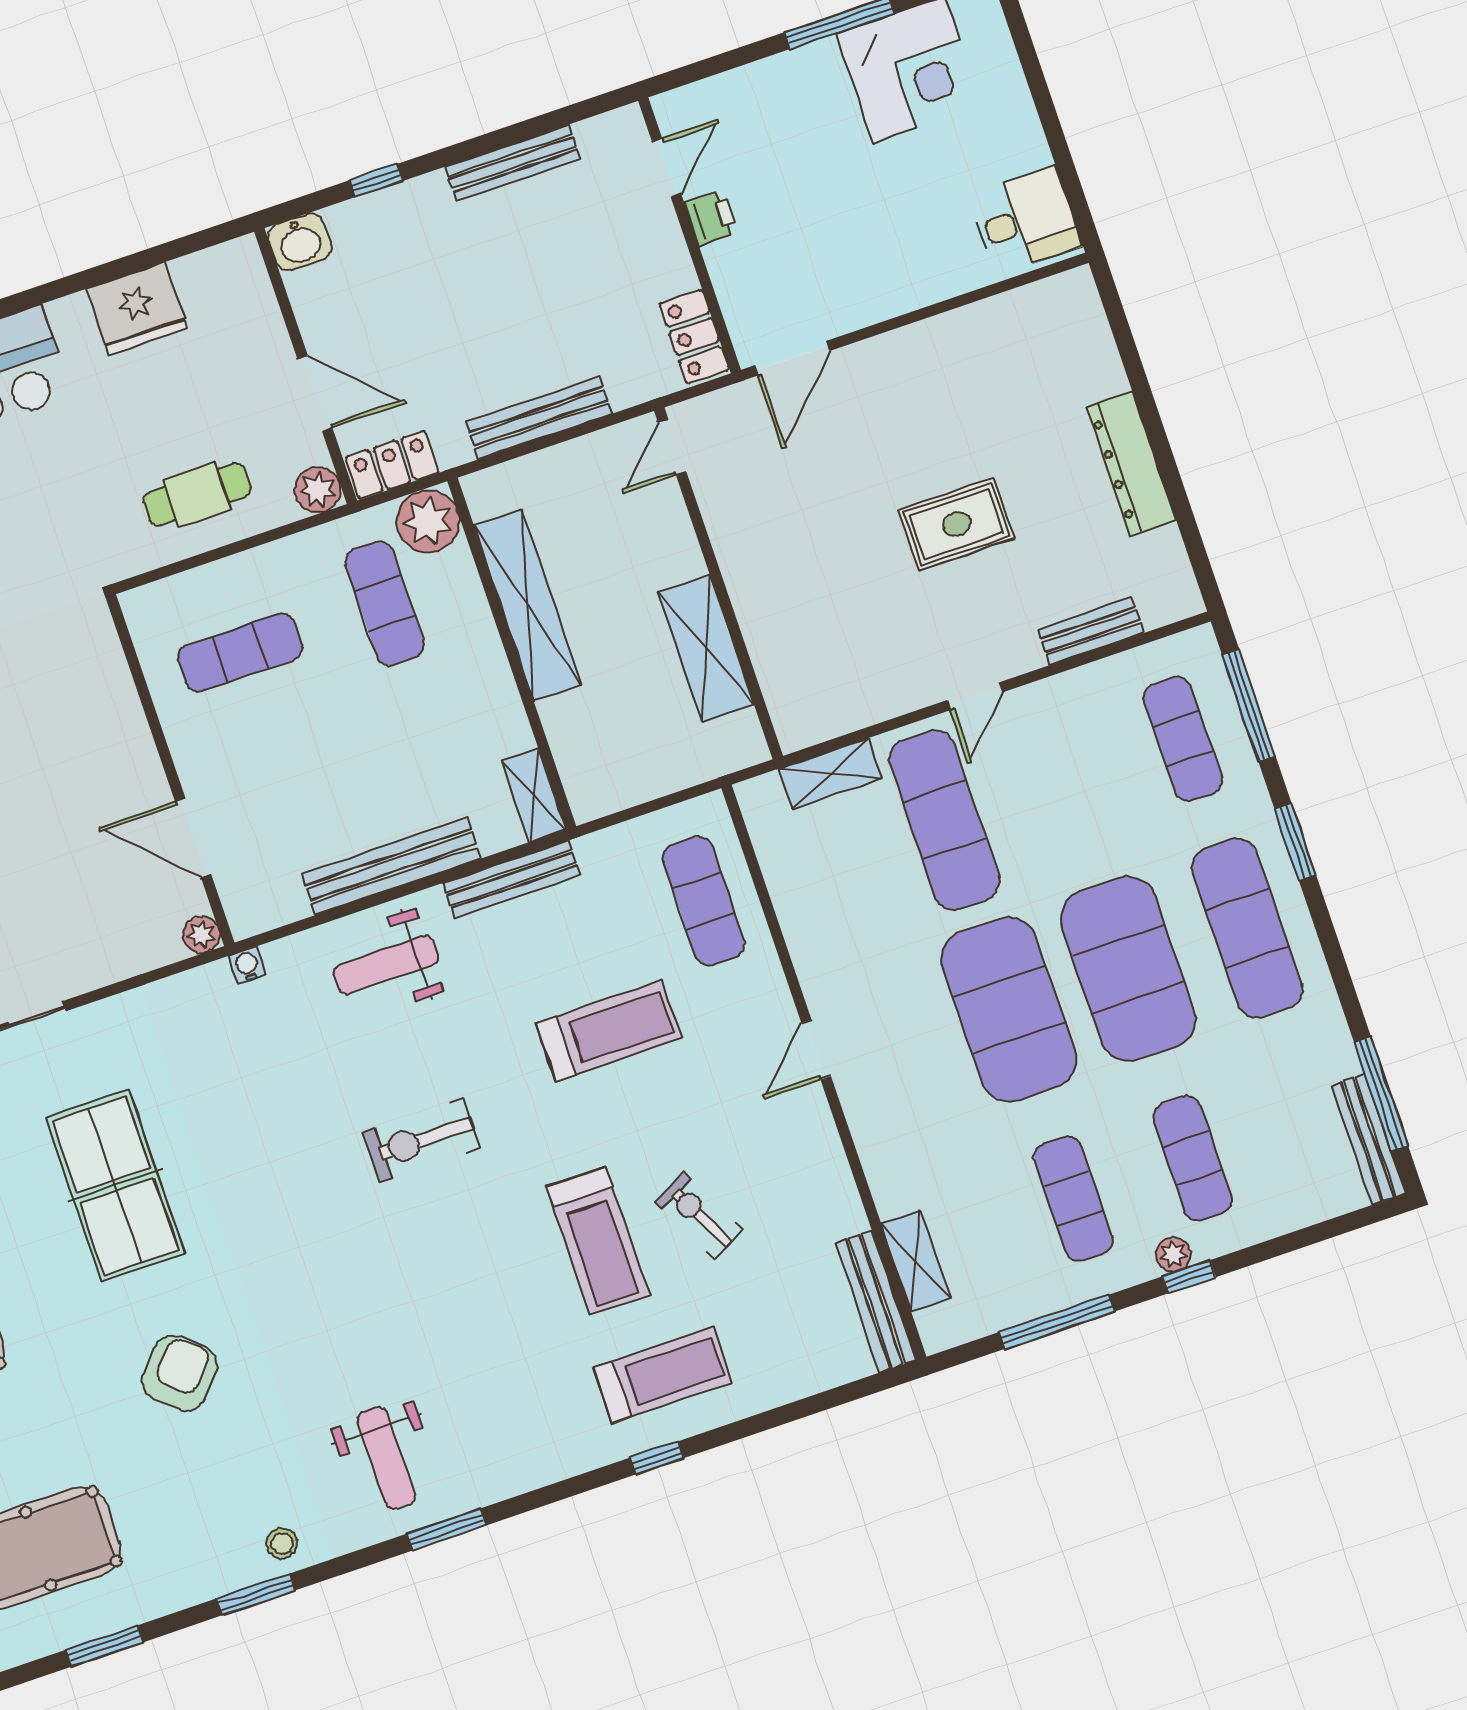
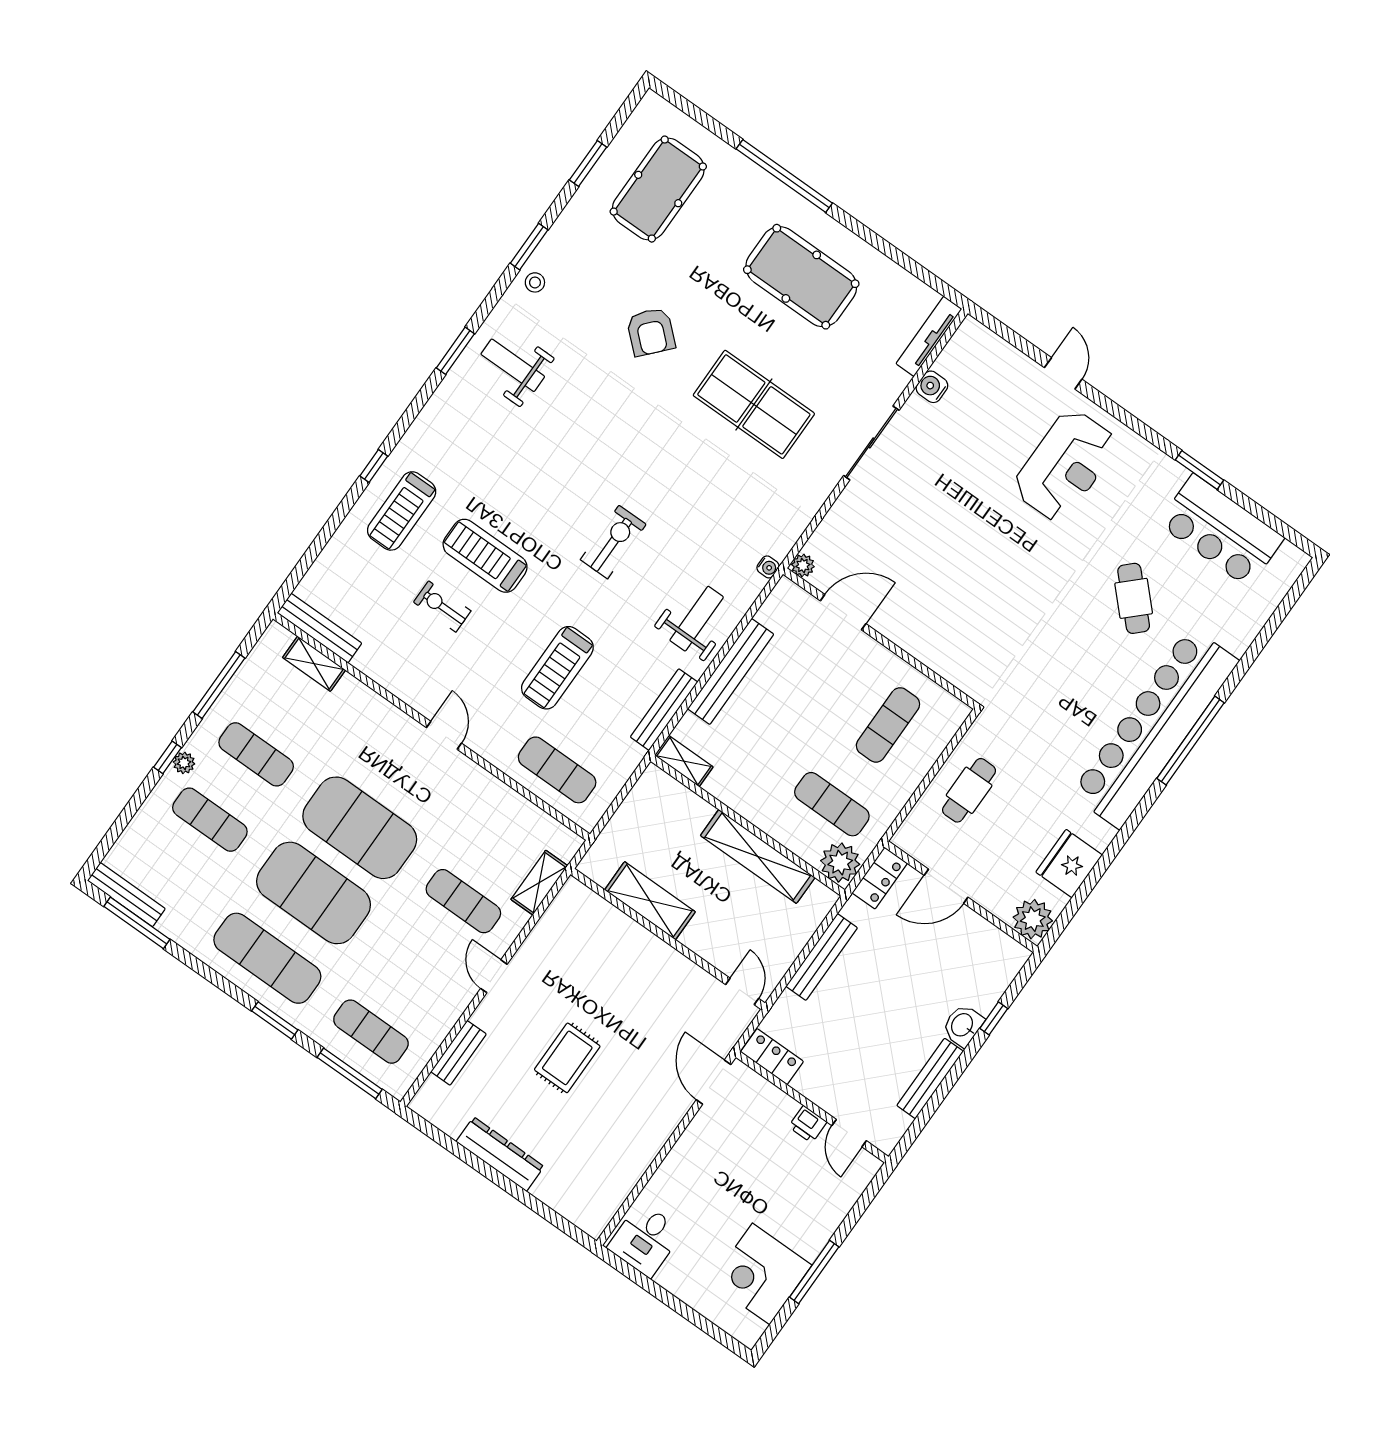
washbasin: (300, 242) -> (963, 1025), moved
plant: (318, 490) -> (1033, 919), moved, width x1.36, depth x1.36
exercise mat: (945, 820) -> (463, 901), width x0.73, depth x0.69
exercise bike: (699, 1216) -> (442, 606), turned -153

